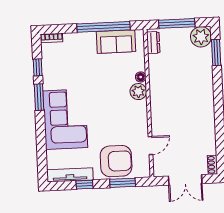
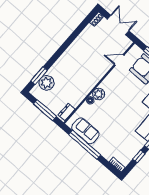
plant: (201, 37) -> (47, 83), moved

